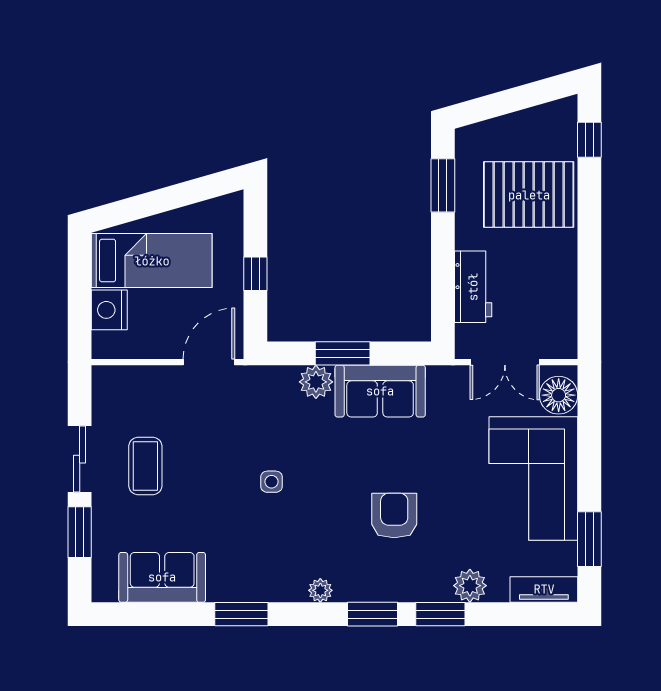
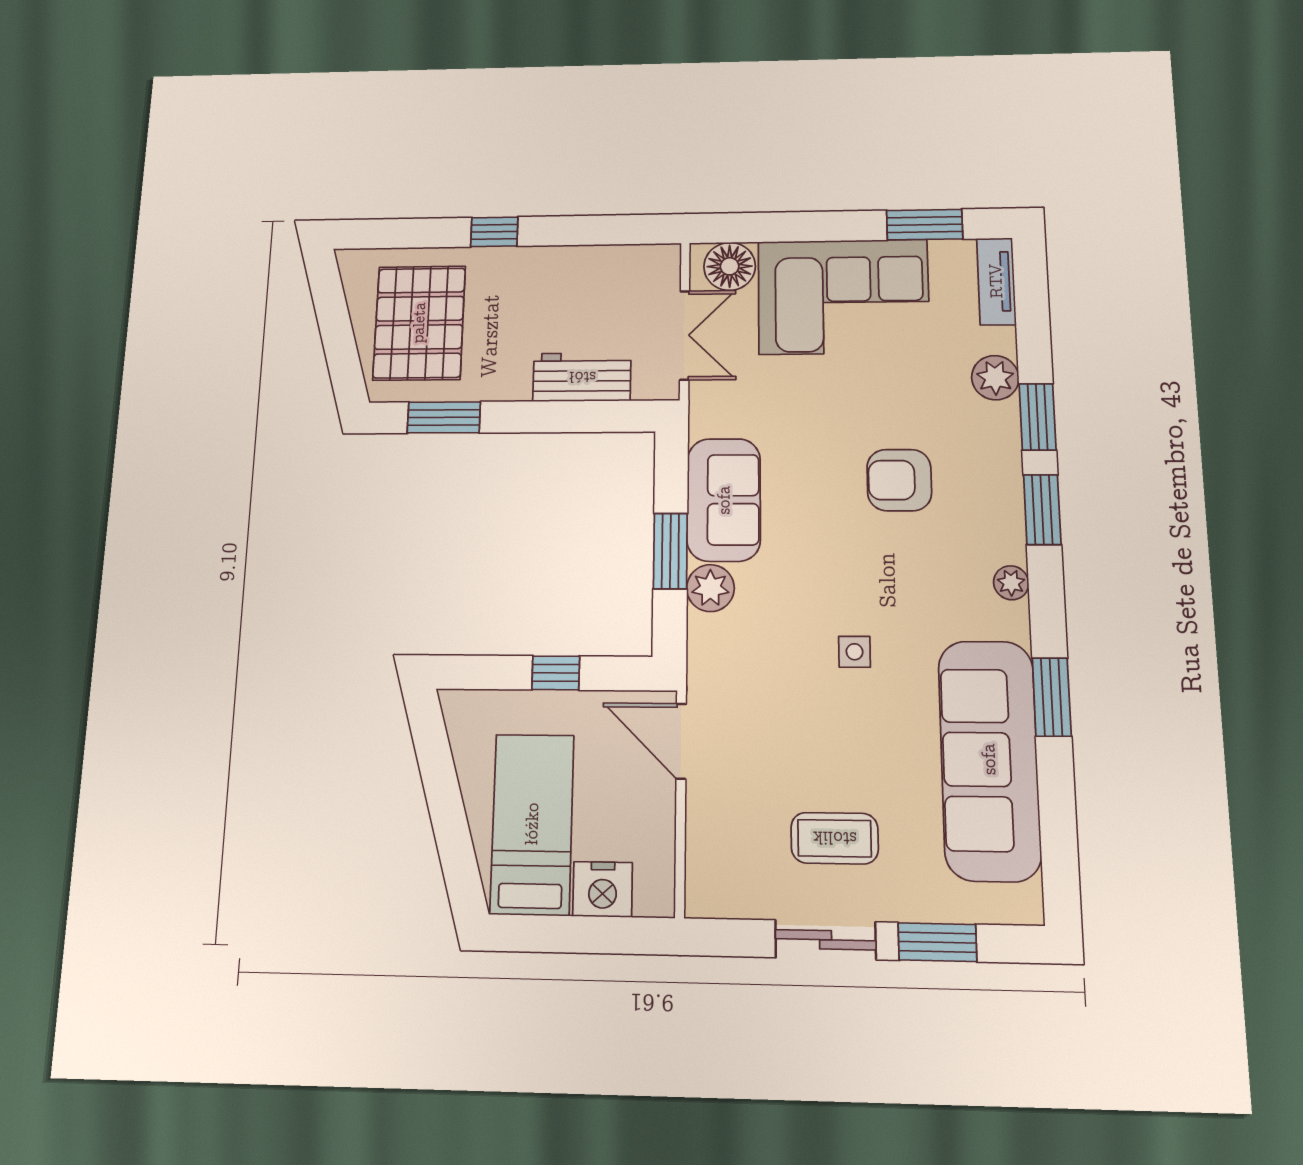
window: (589, 140) -> (494, 232), moved
pallet: (529, 195) -> (419, 323), moved
sofa: (162, 577) -> (989, 759), width x1.85, depth x1.27

